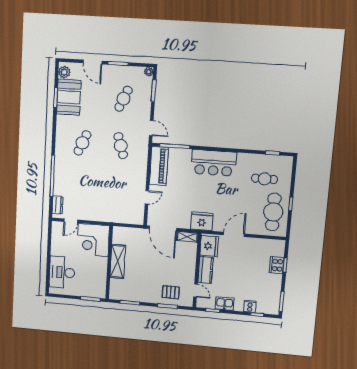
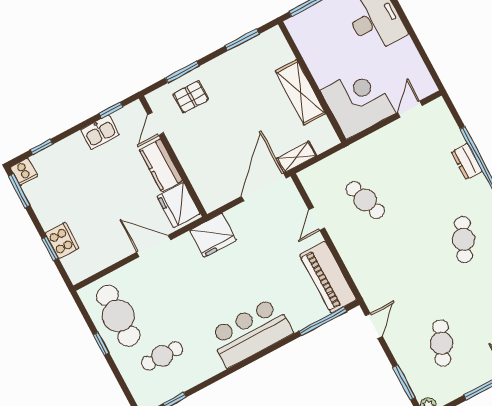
door: (151, 128) -> (374, 326), swing flipped
cafe table: (121, 146) -> (365, 200), moved
dresser: (58, 205) -> (467, 161), moved
door: (163, 228) -> (264, 187), hinge flipped
door: (234, 234) -> (154, 246), swing flipped
shelving: (187, 237) -> (296, 157), moved
door: (196, 291) -> (156, 124), hinge flipped
cooker: (250, 306) -> (24, 172), moved

